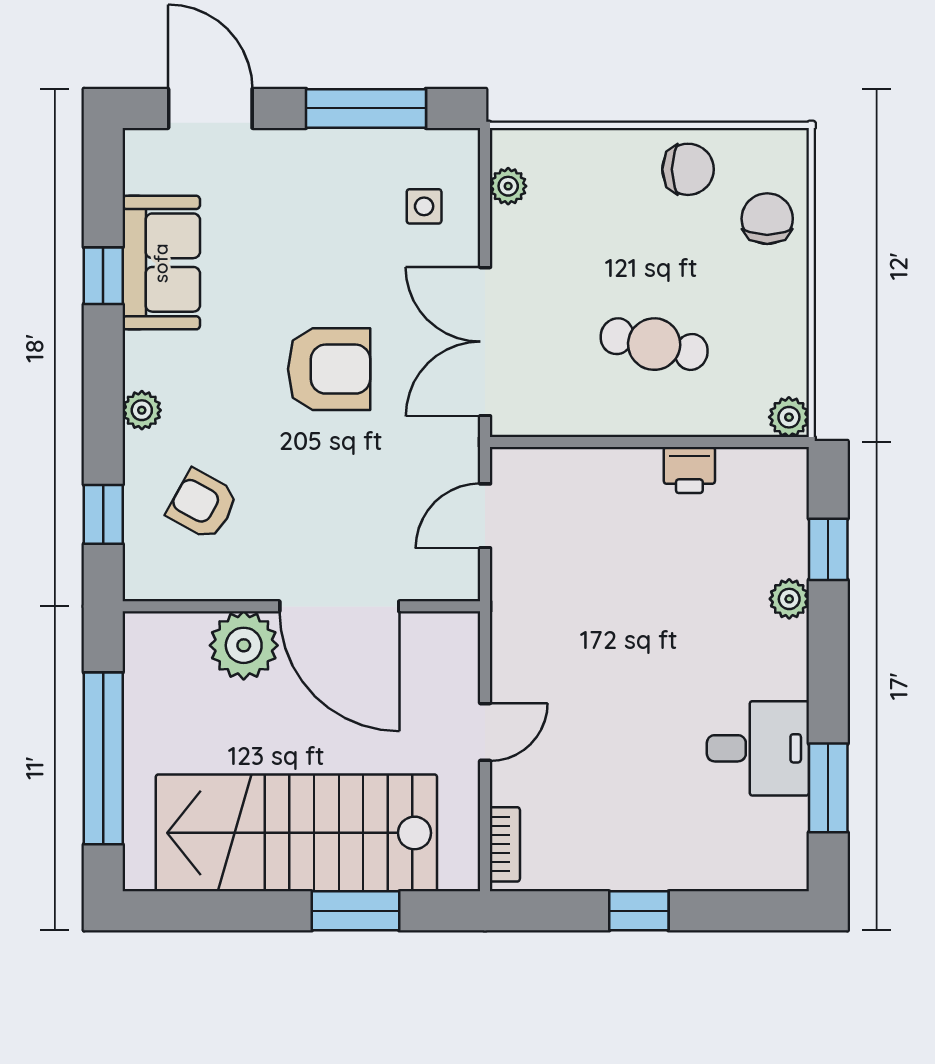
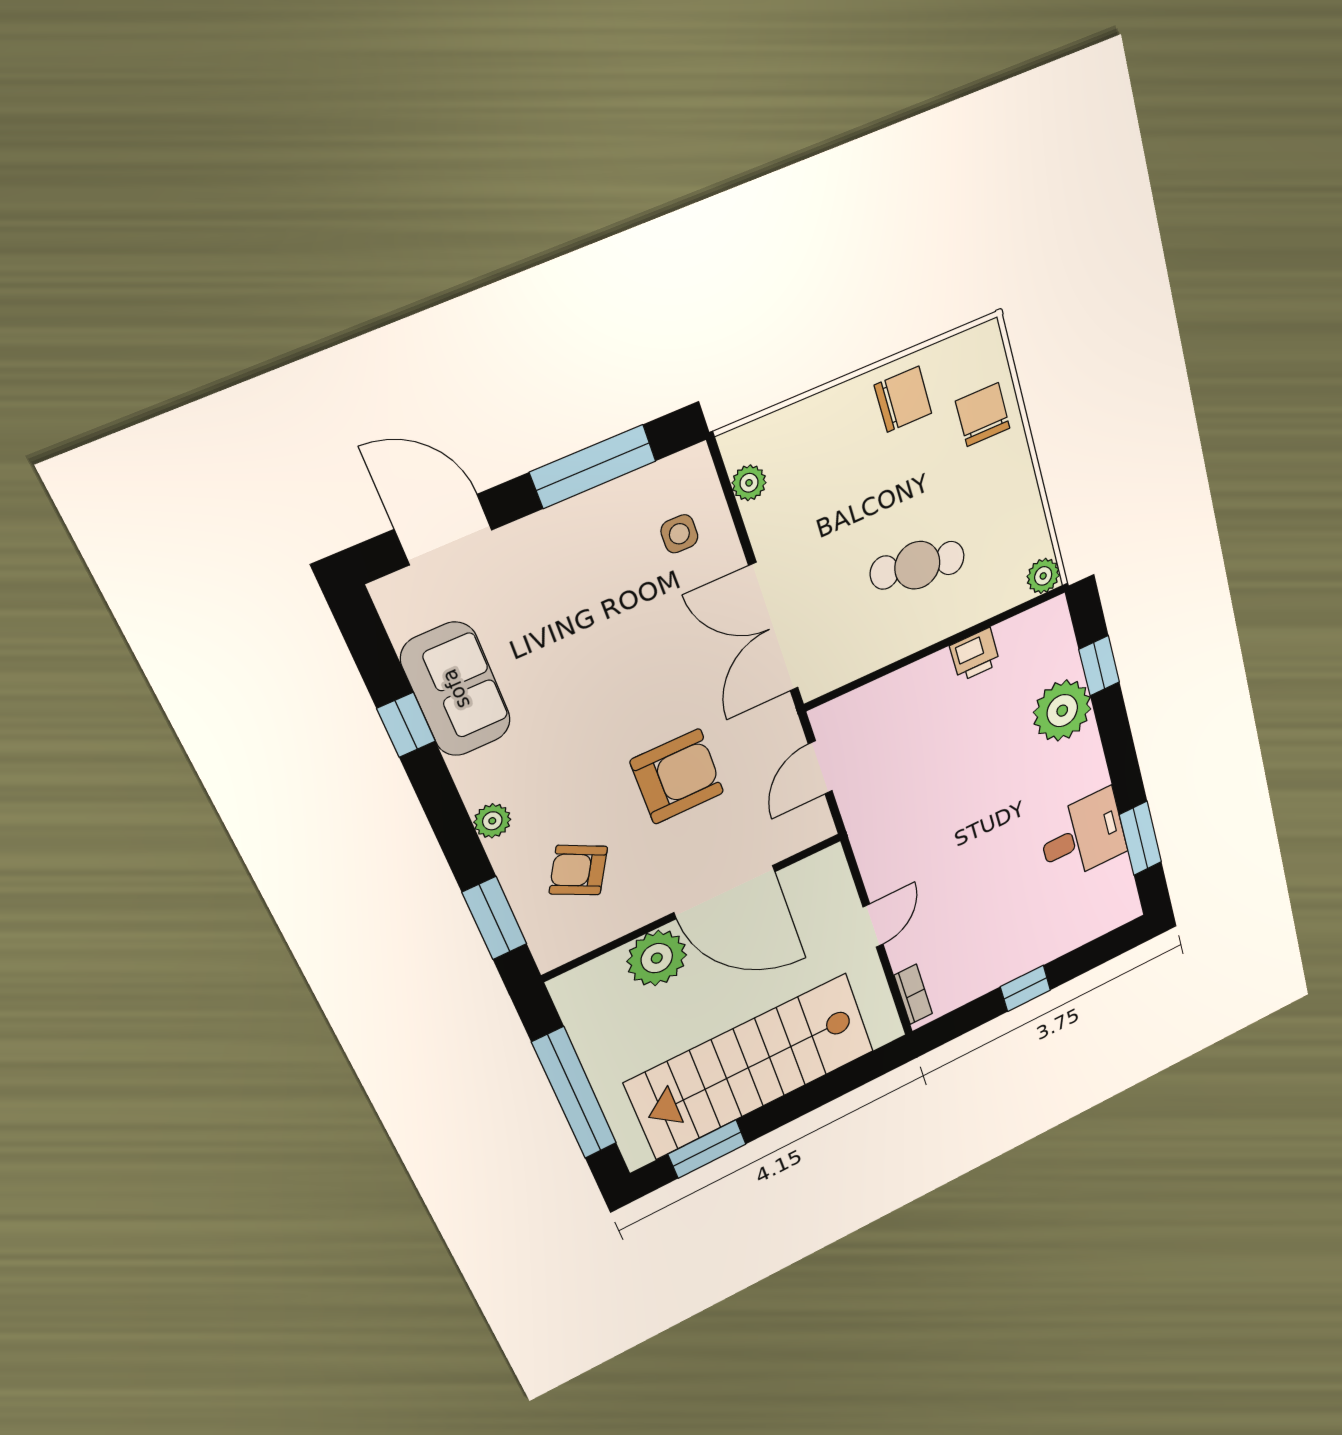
armchair: (329, 369) -> (677, 777), moved
window: (103, 514) -> (495, 918), width x1.50
plant: (789, 599) -> (1062, 711), width x1.88, depth x1.88
window: (356, 911) -> (707, 1149), moved

